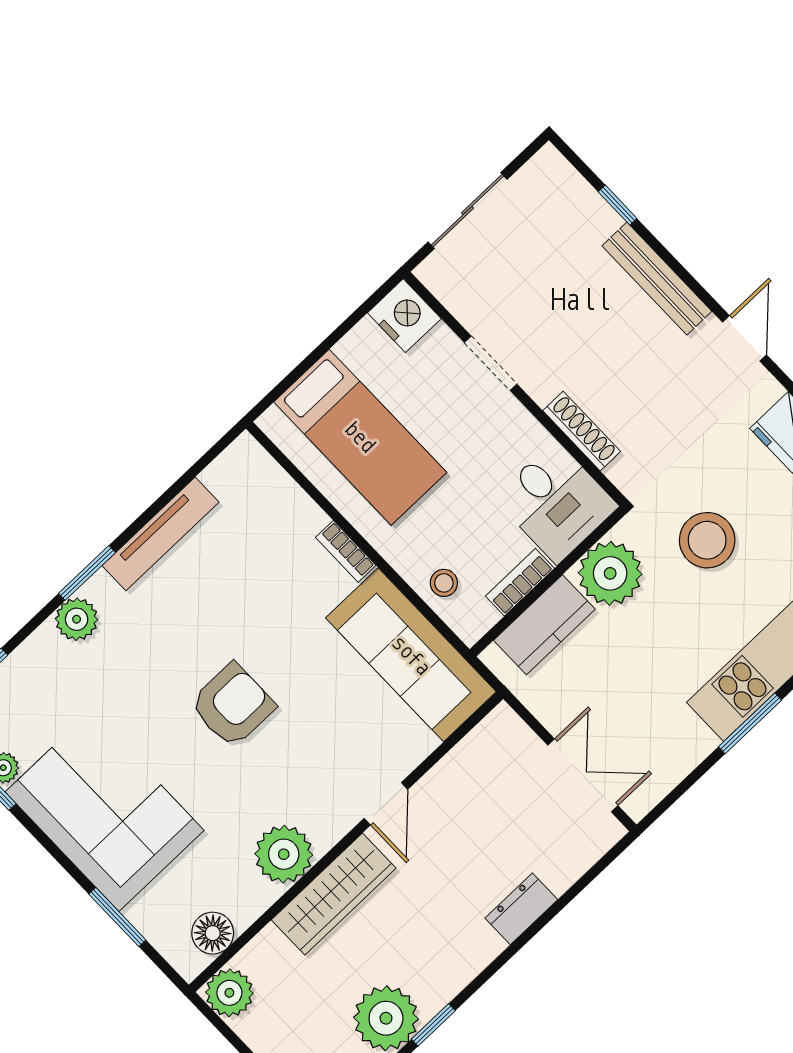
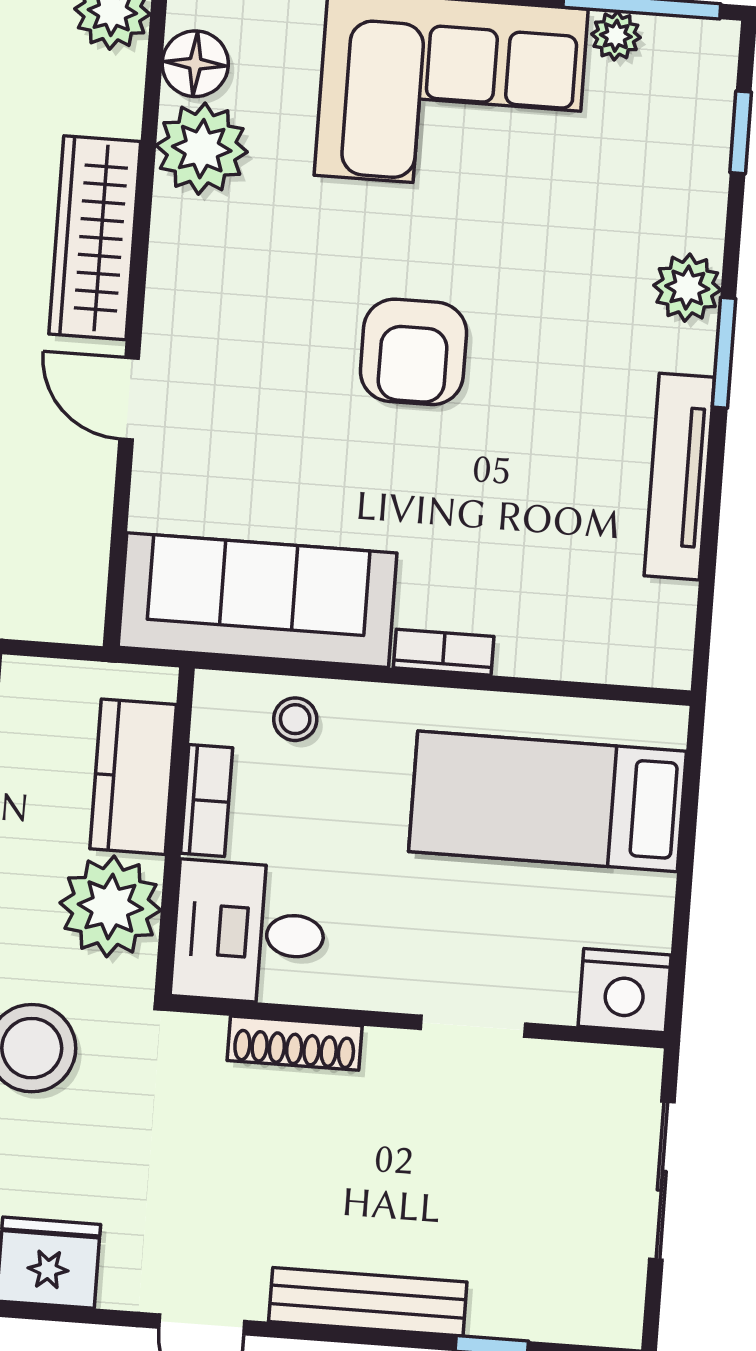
plant: (284, 854) -> (202, 149), moved

